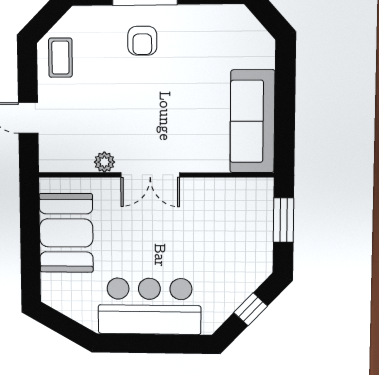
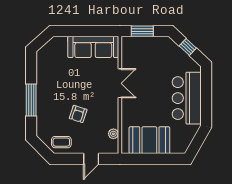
armchair: (142, 41) -> (78, 114), moved, turned 108
plant: (104, 162) -> (113, 134), moved
double door: (150, 175) -> (120, 83), moved

